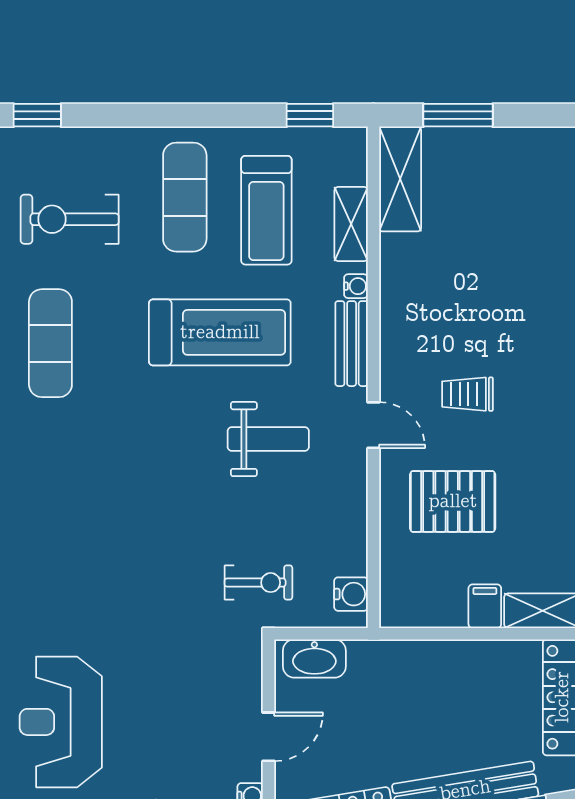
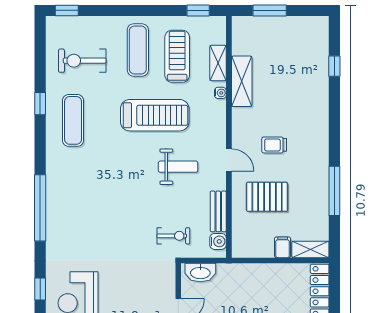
shelving: (400, 179) -> (242, 81), moved
treadmill: (266, 210) -> (177, 56), turned 180
bench: (352, 344) -> (218, 211), moved

